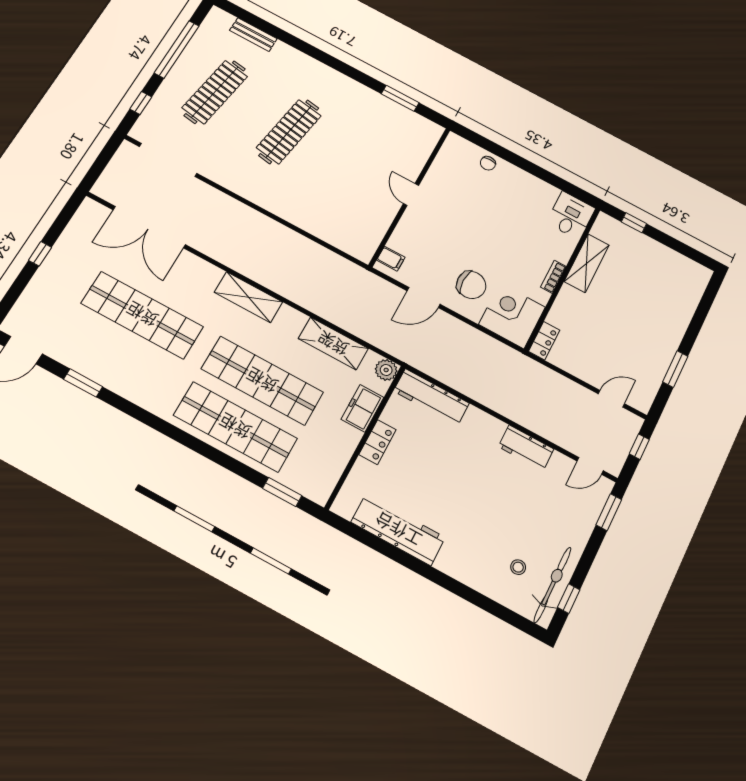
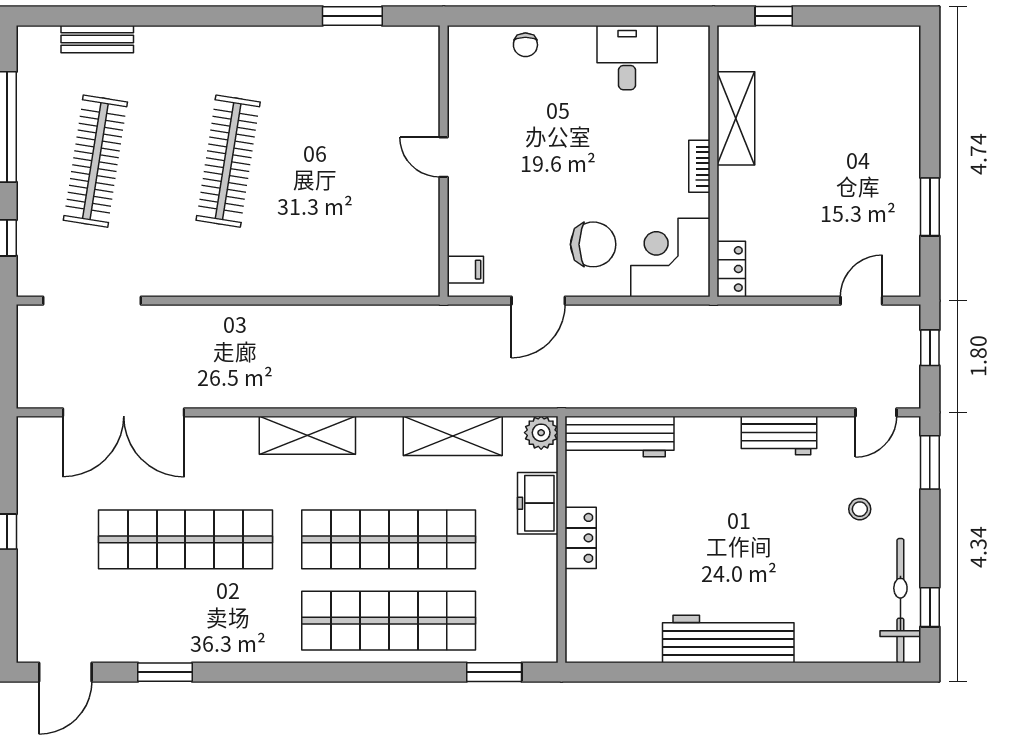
desk: (571, 216) -> (627, 58), moved
workbench: (398, 530) -> (728, 639), moved
stool: (518, 567) -> (860, 509), moved

